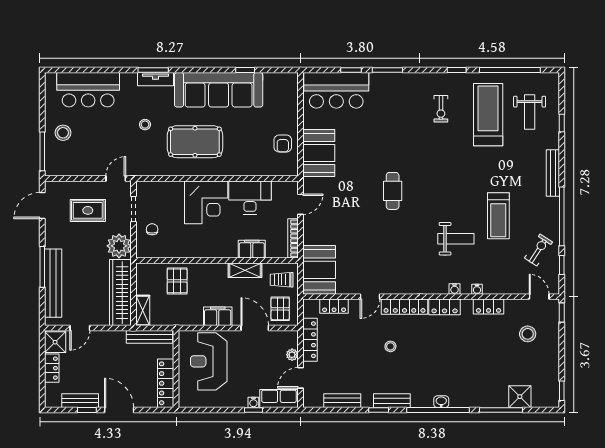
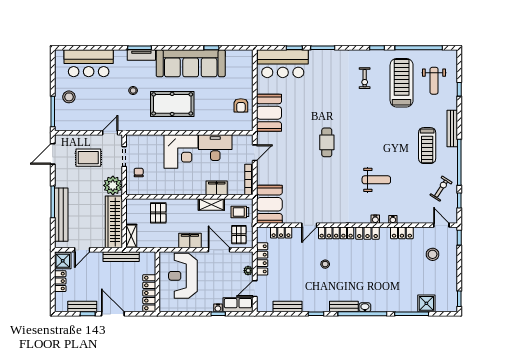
treadmill: (498, 216) -> (427, 146), moved
bench: (149, 337) -> (121, 257), moved
bench: (392, 401) -> (344, 307), moved

